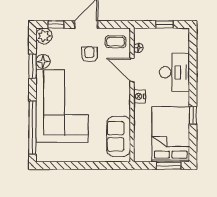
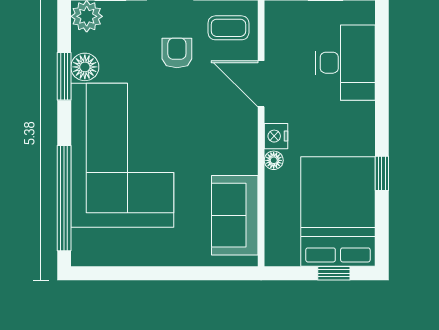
floor lamp: (138, 48) -> (274, 160), moved
desk: (174, 72) -> (345, 63), moved
window: (169, 166) -> (334, 273), width x0.67

